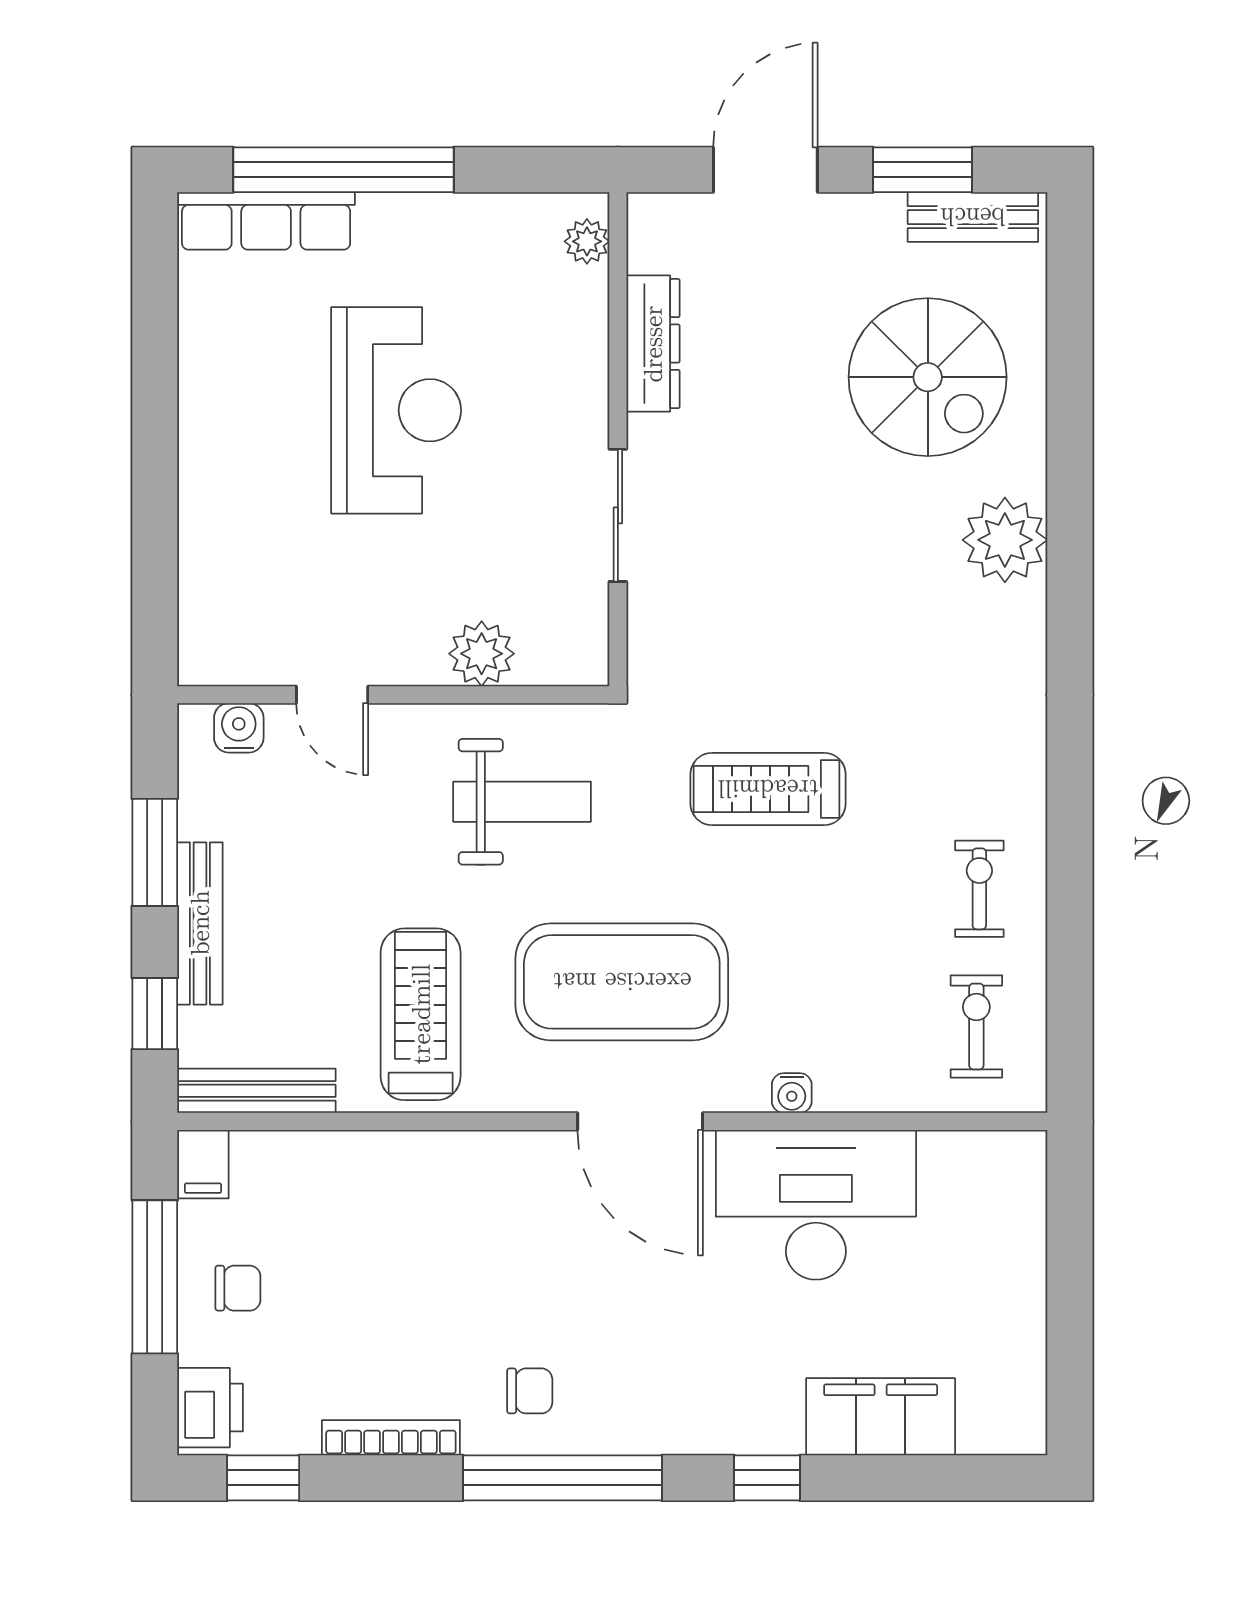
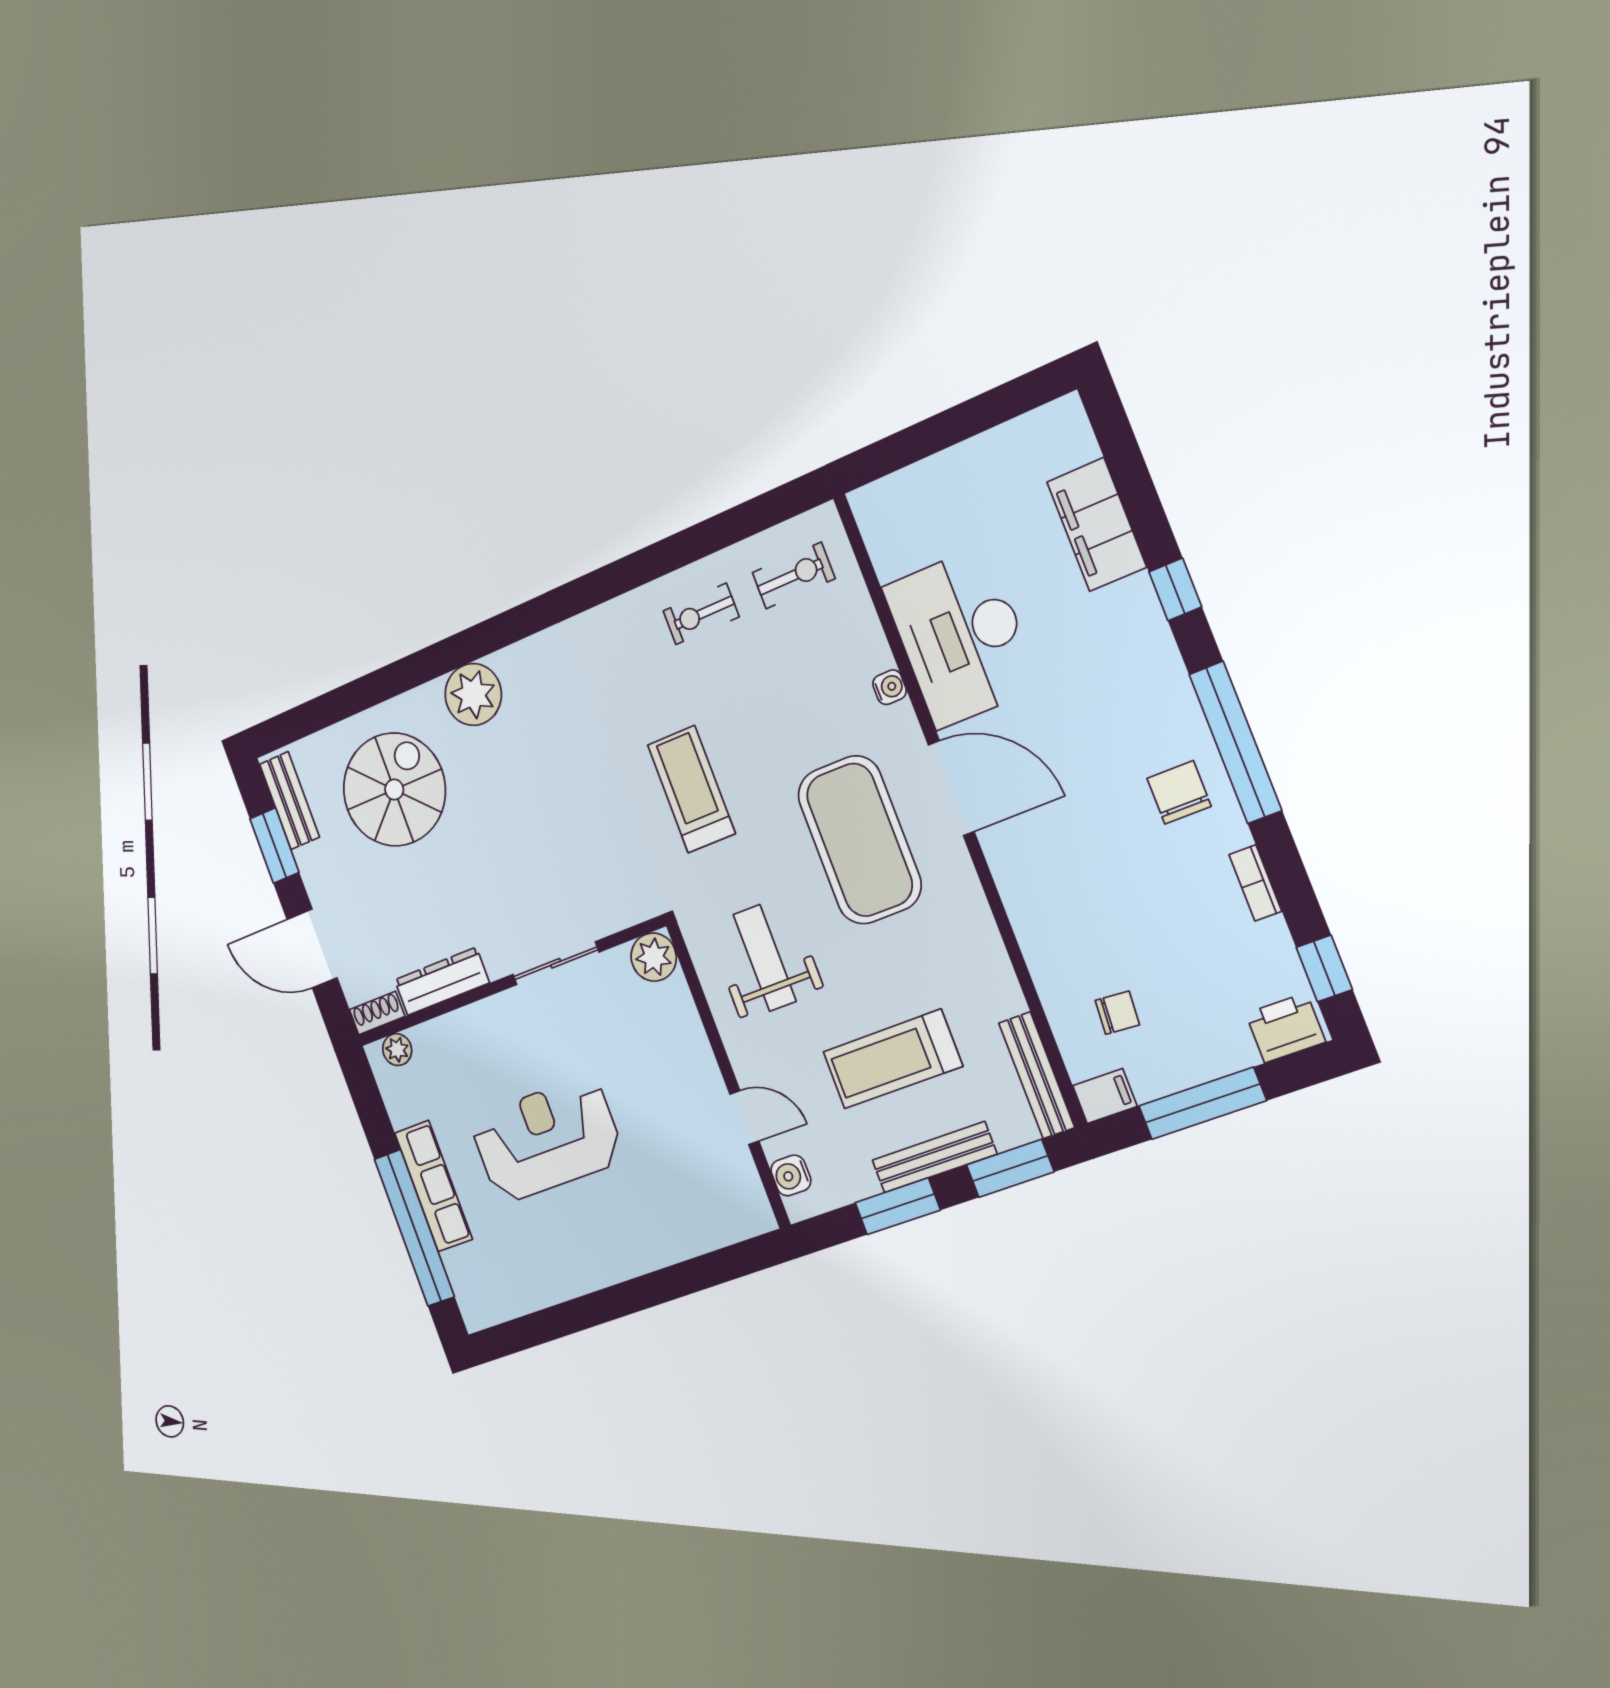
row of seats: (266, 221) -> (433, 1186), moved
shoe rack: (645, 232) -> (377, 1013), added
plant: (482, 654) -> (654, 957), moved
door: (332, 695) -> (744, 1118), hinge flipped
treadmill: (768, 789) -> (691, 789), turned 180
window: (155, 1014) -> (1010, 1168), width x1.50
treadmill: (421, 1014) -> (893, 1059), moved
exercise bike: (976, 1026) -> (794, 576), turned 180
door: (640, 1121) -> (951, 788), hinge flipped
chair: (238, 1288) -> (1117, 1013), moved, turned 94
chair: (530, 1391) -> (1179, 792), width x1.37, depth x1.37
bookcase: (391, 1438) -> (1255, 883), width x0.64

